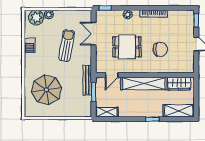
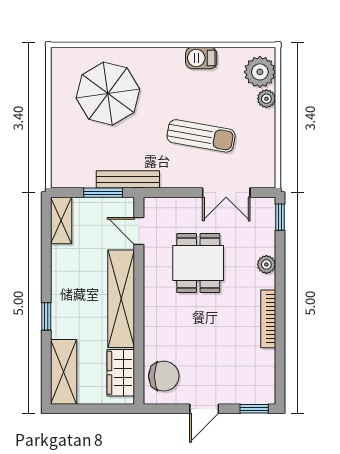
double door: (94, 34) -> (226, 193), swing flipped
chair: (160, 49) -> (164, 376), moved, turned -90

